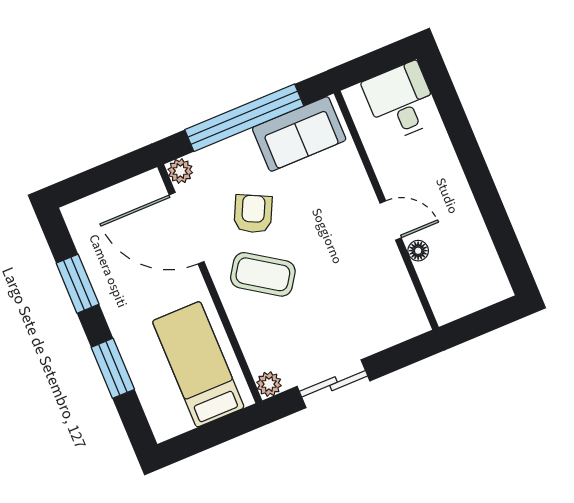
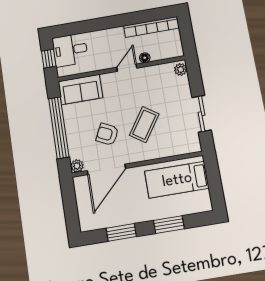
window: (375, 64) -> (49, 59), added
sofa: (299, 134) -> (80, 89), moved, turned 90
bookcase: (483, 250) -> (151, 27), added
coffee table: (263, 274) -> (144, 125), moved
plant: (269, 384) -> (181, 69), moved

